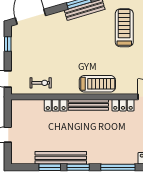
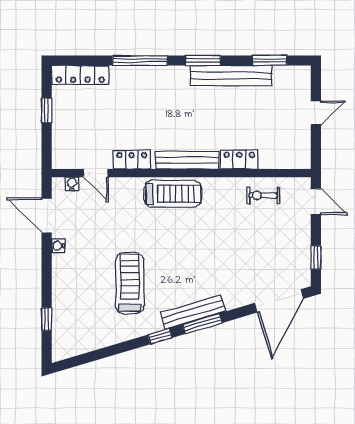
treadmill: (124, 28) -> (130, 283), turned 180
treadmill: (97, 84) -> (173, 194), turned 180
window: (50, 167) -> (270, 60), moved

